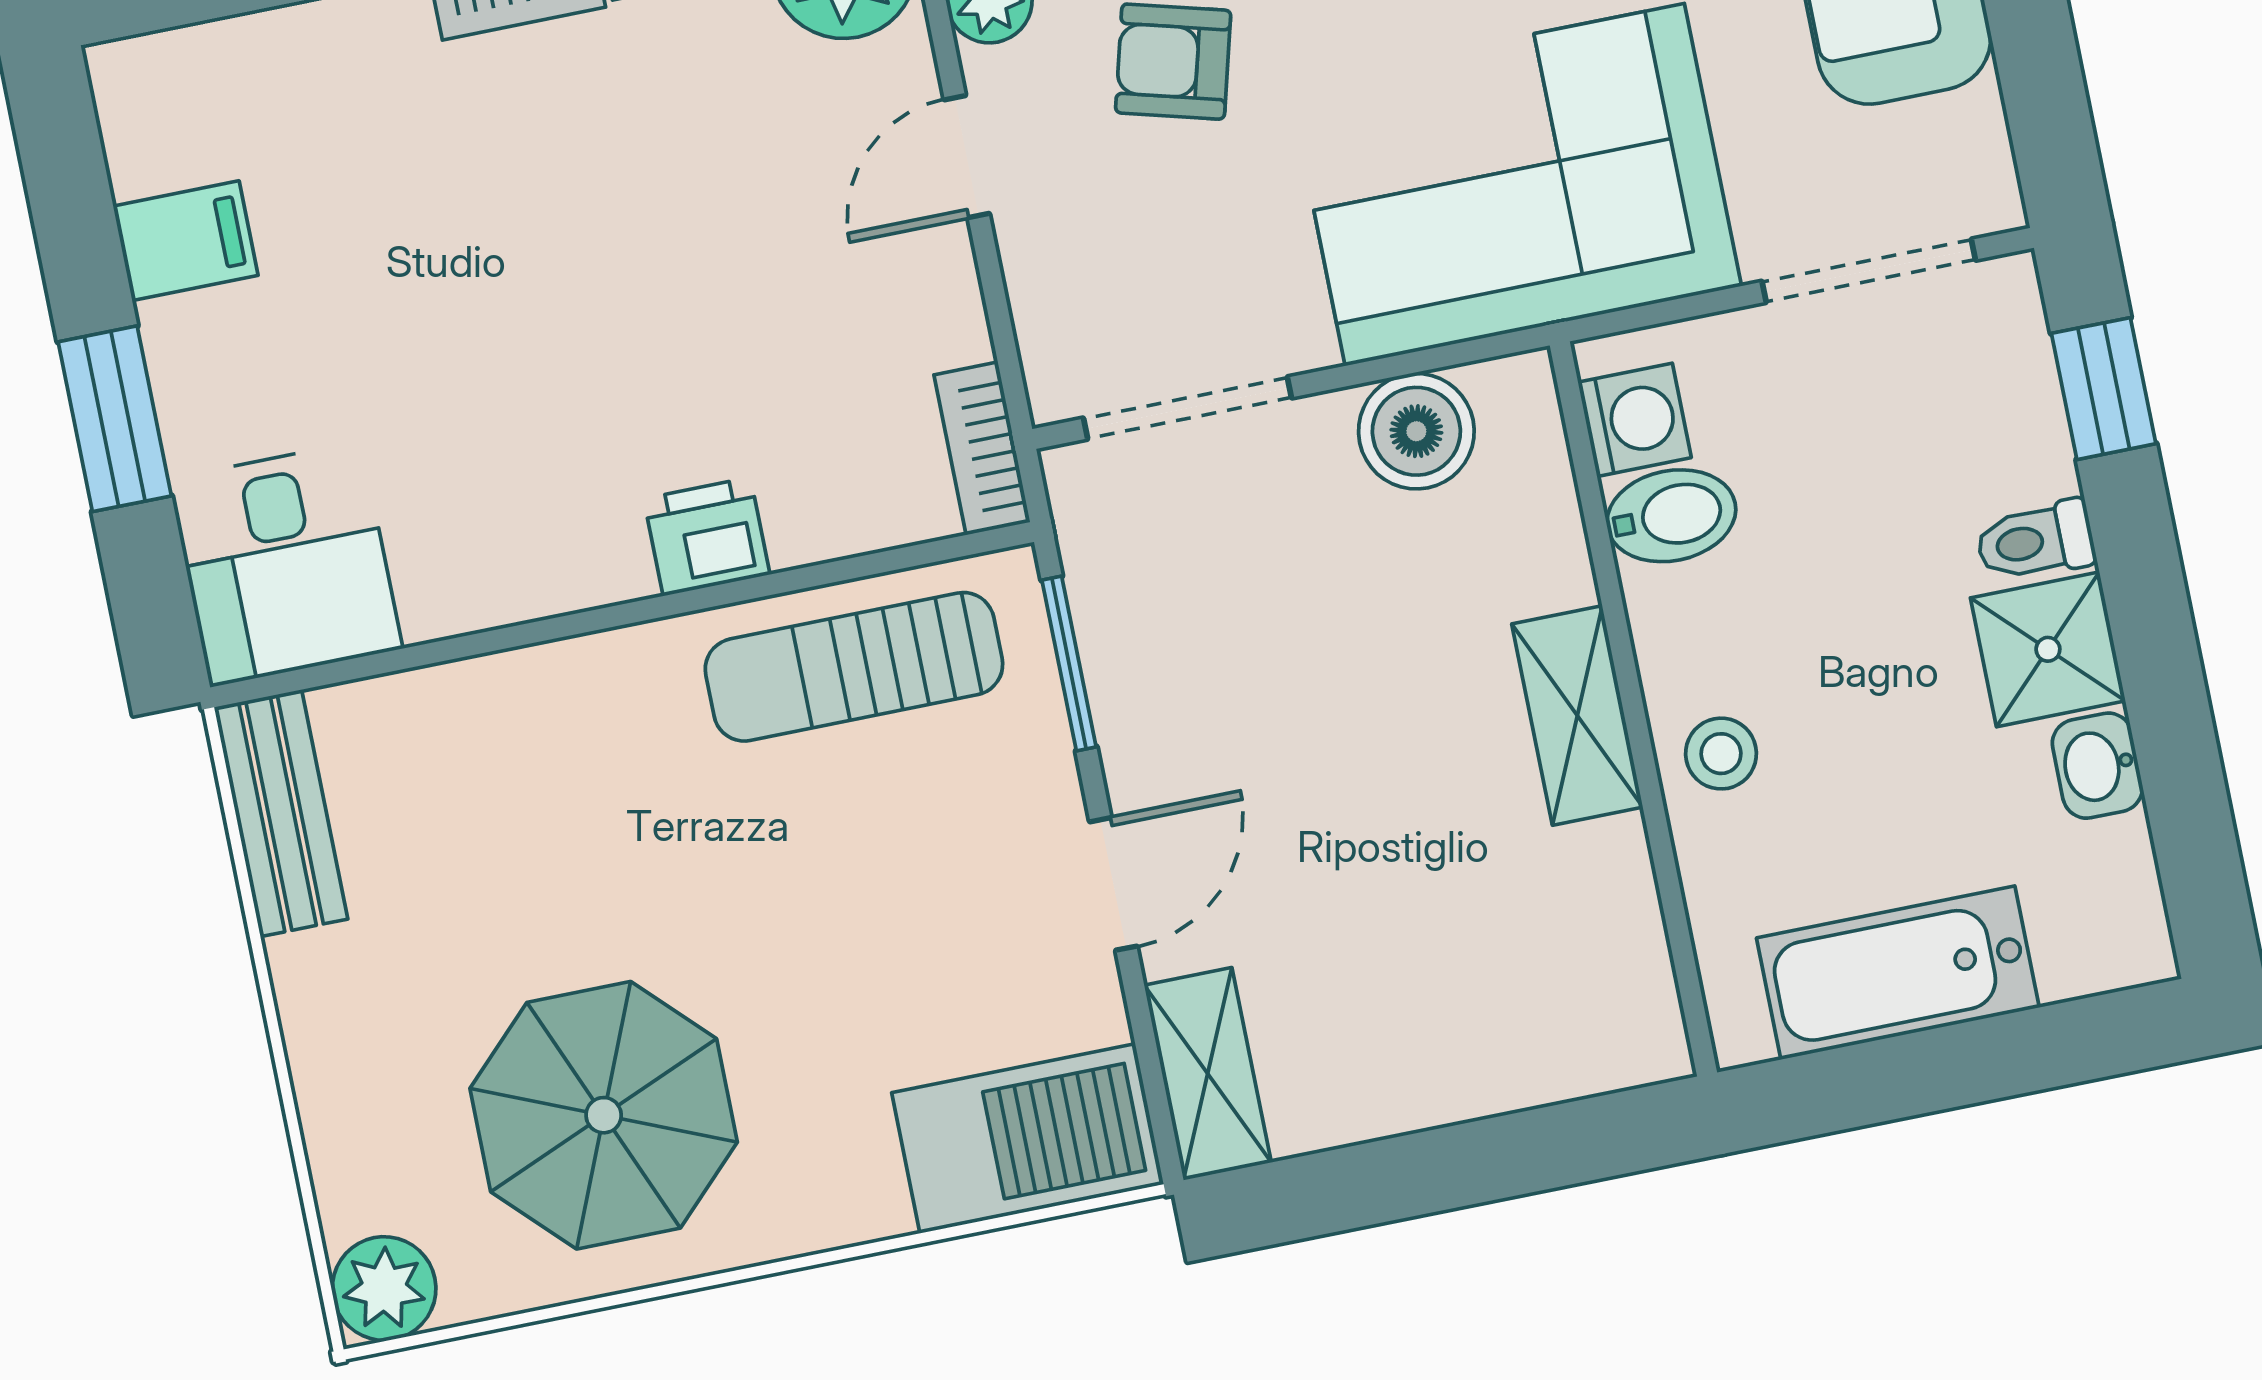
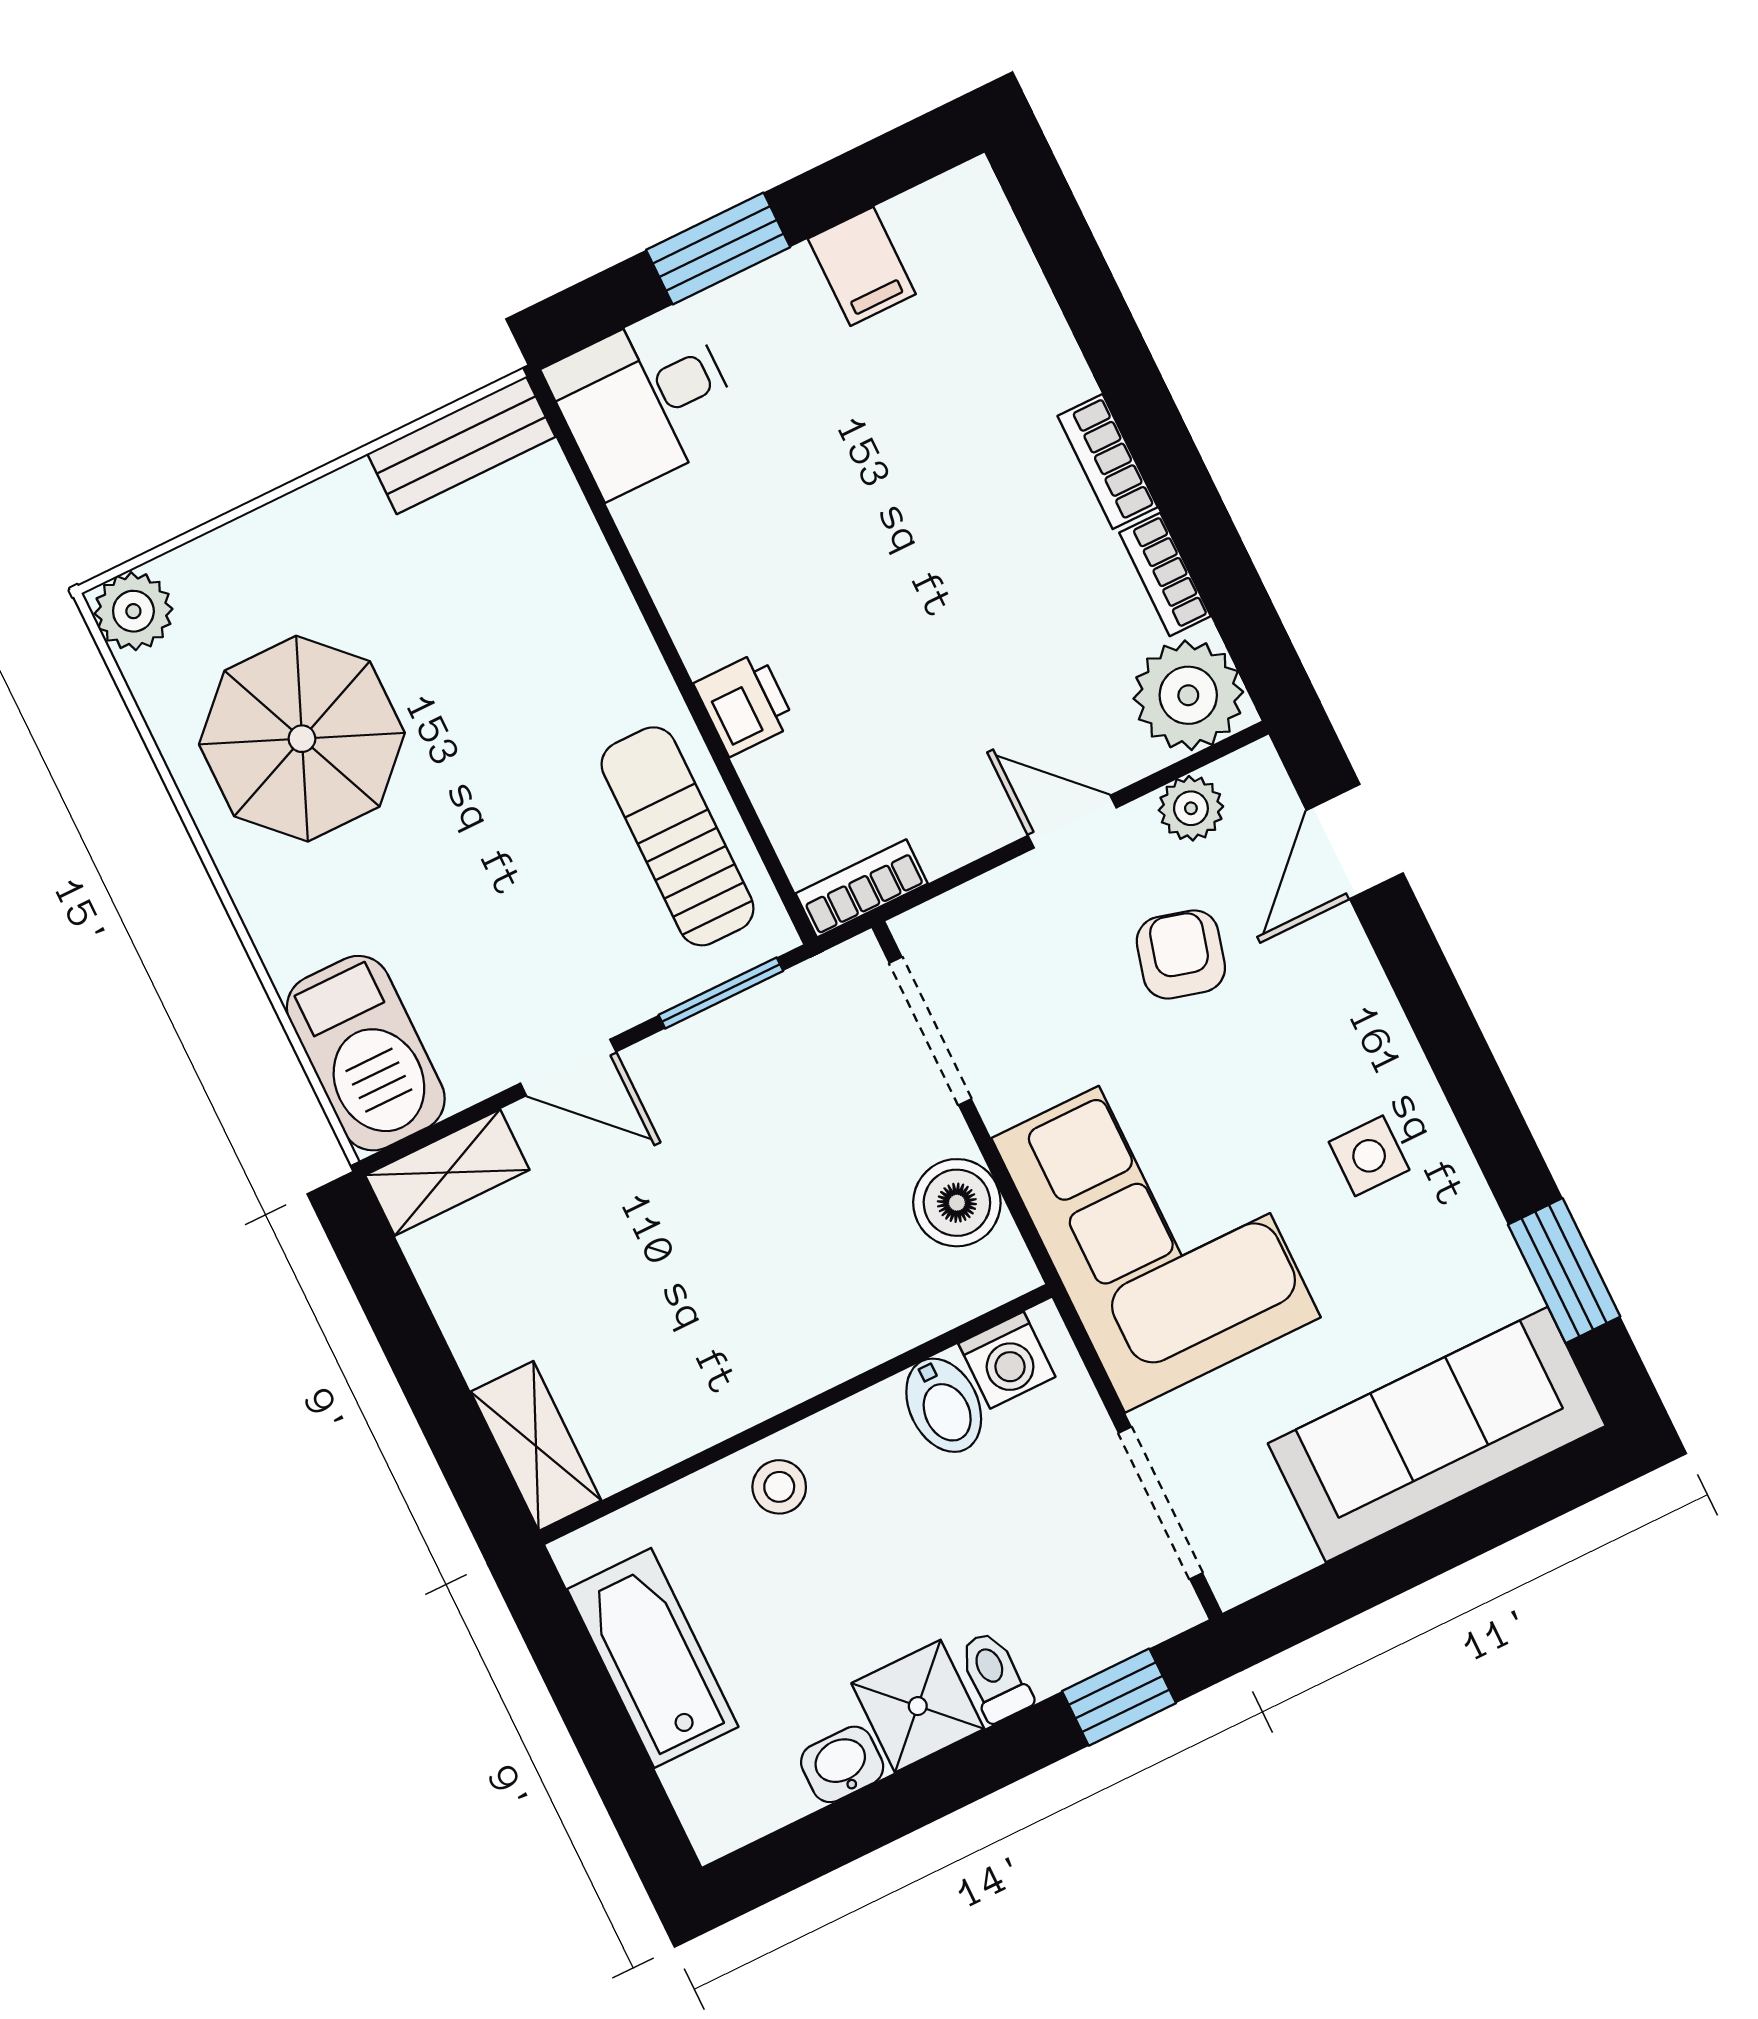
shelving: (1577, 715) -> (536, 1446), moved, turned 90

